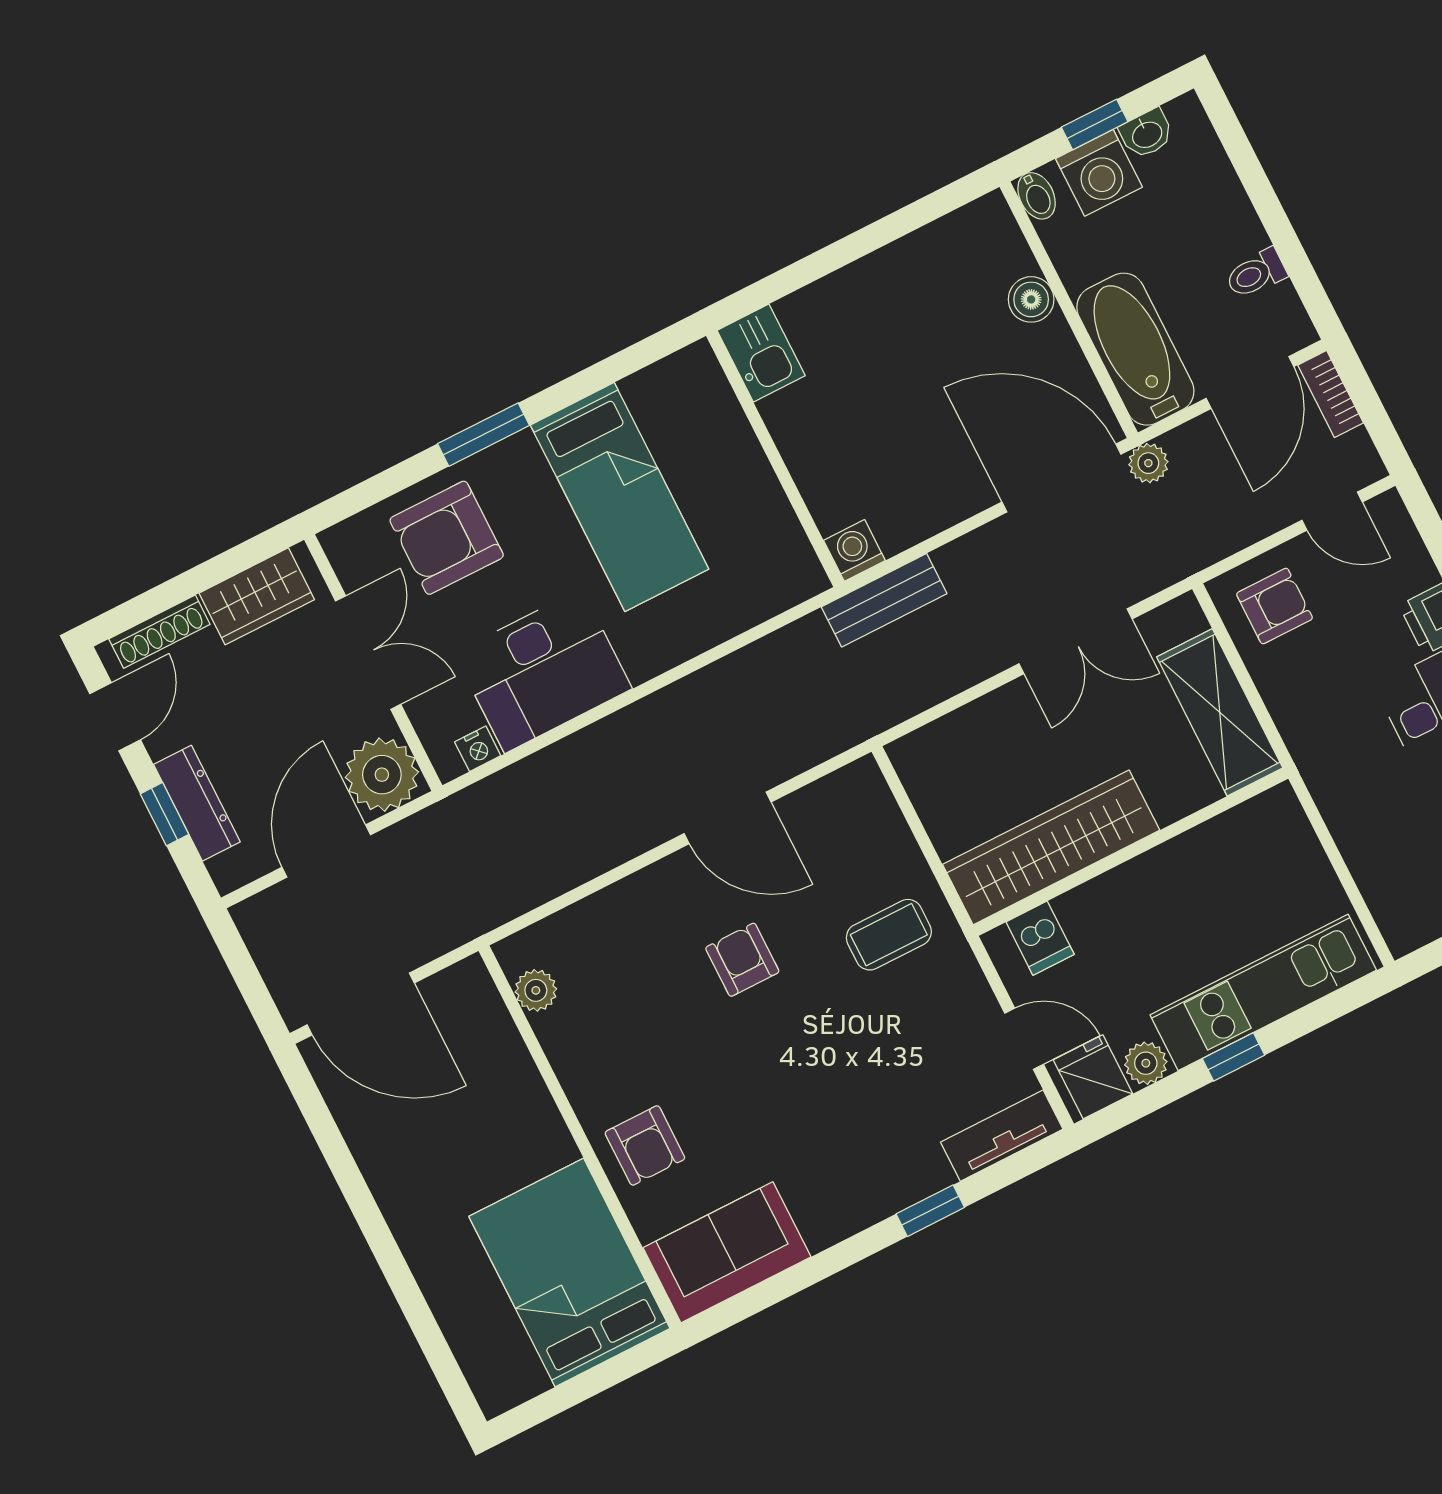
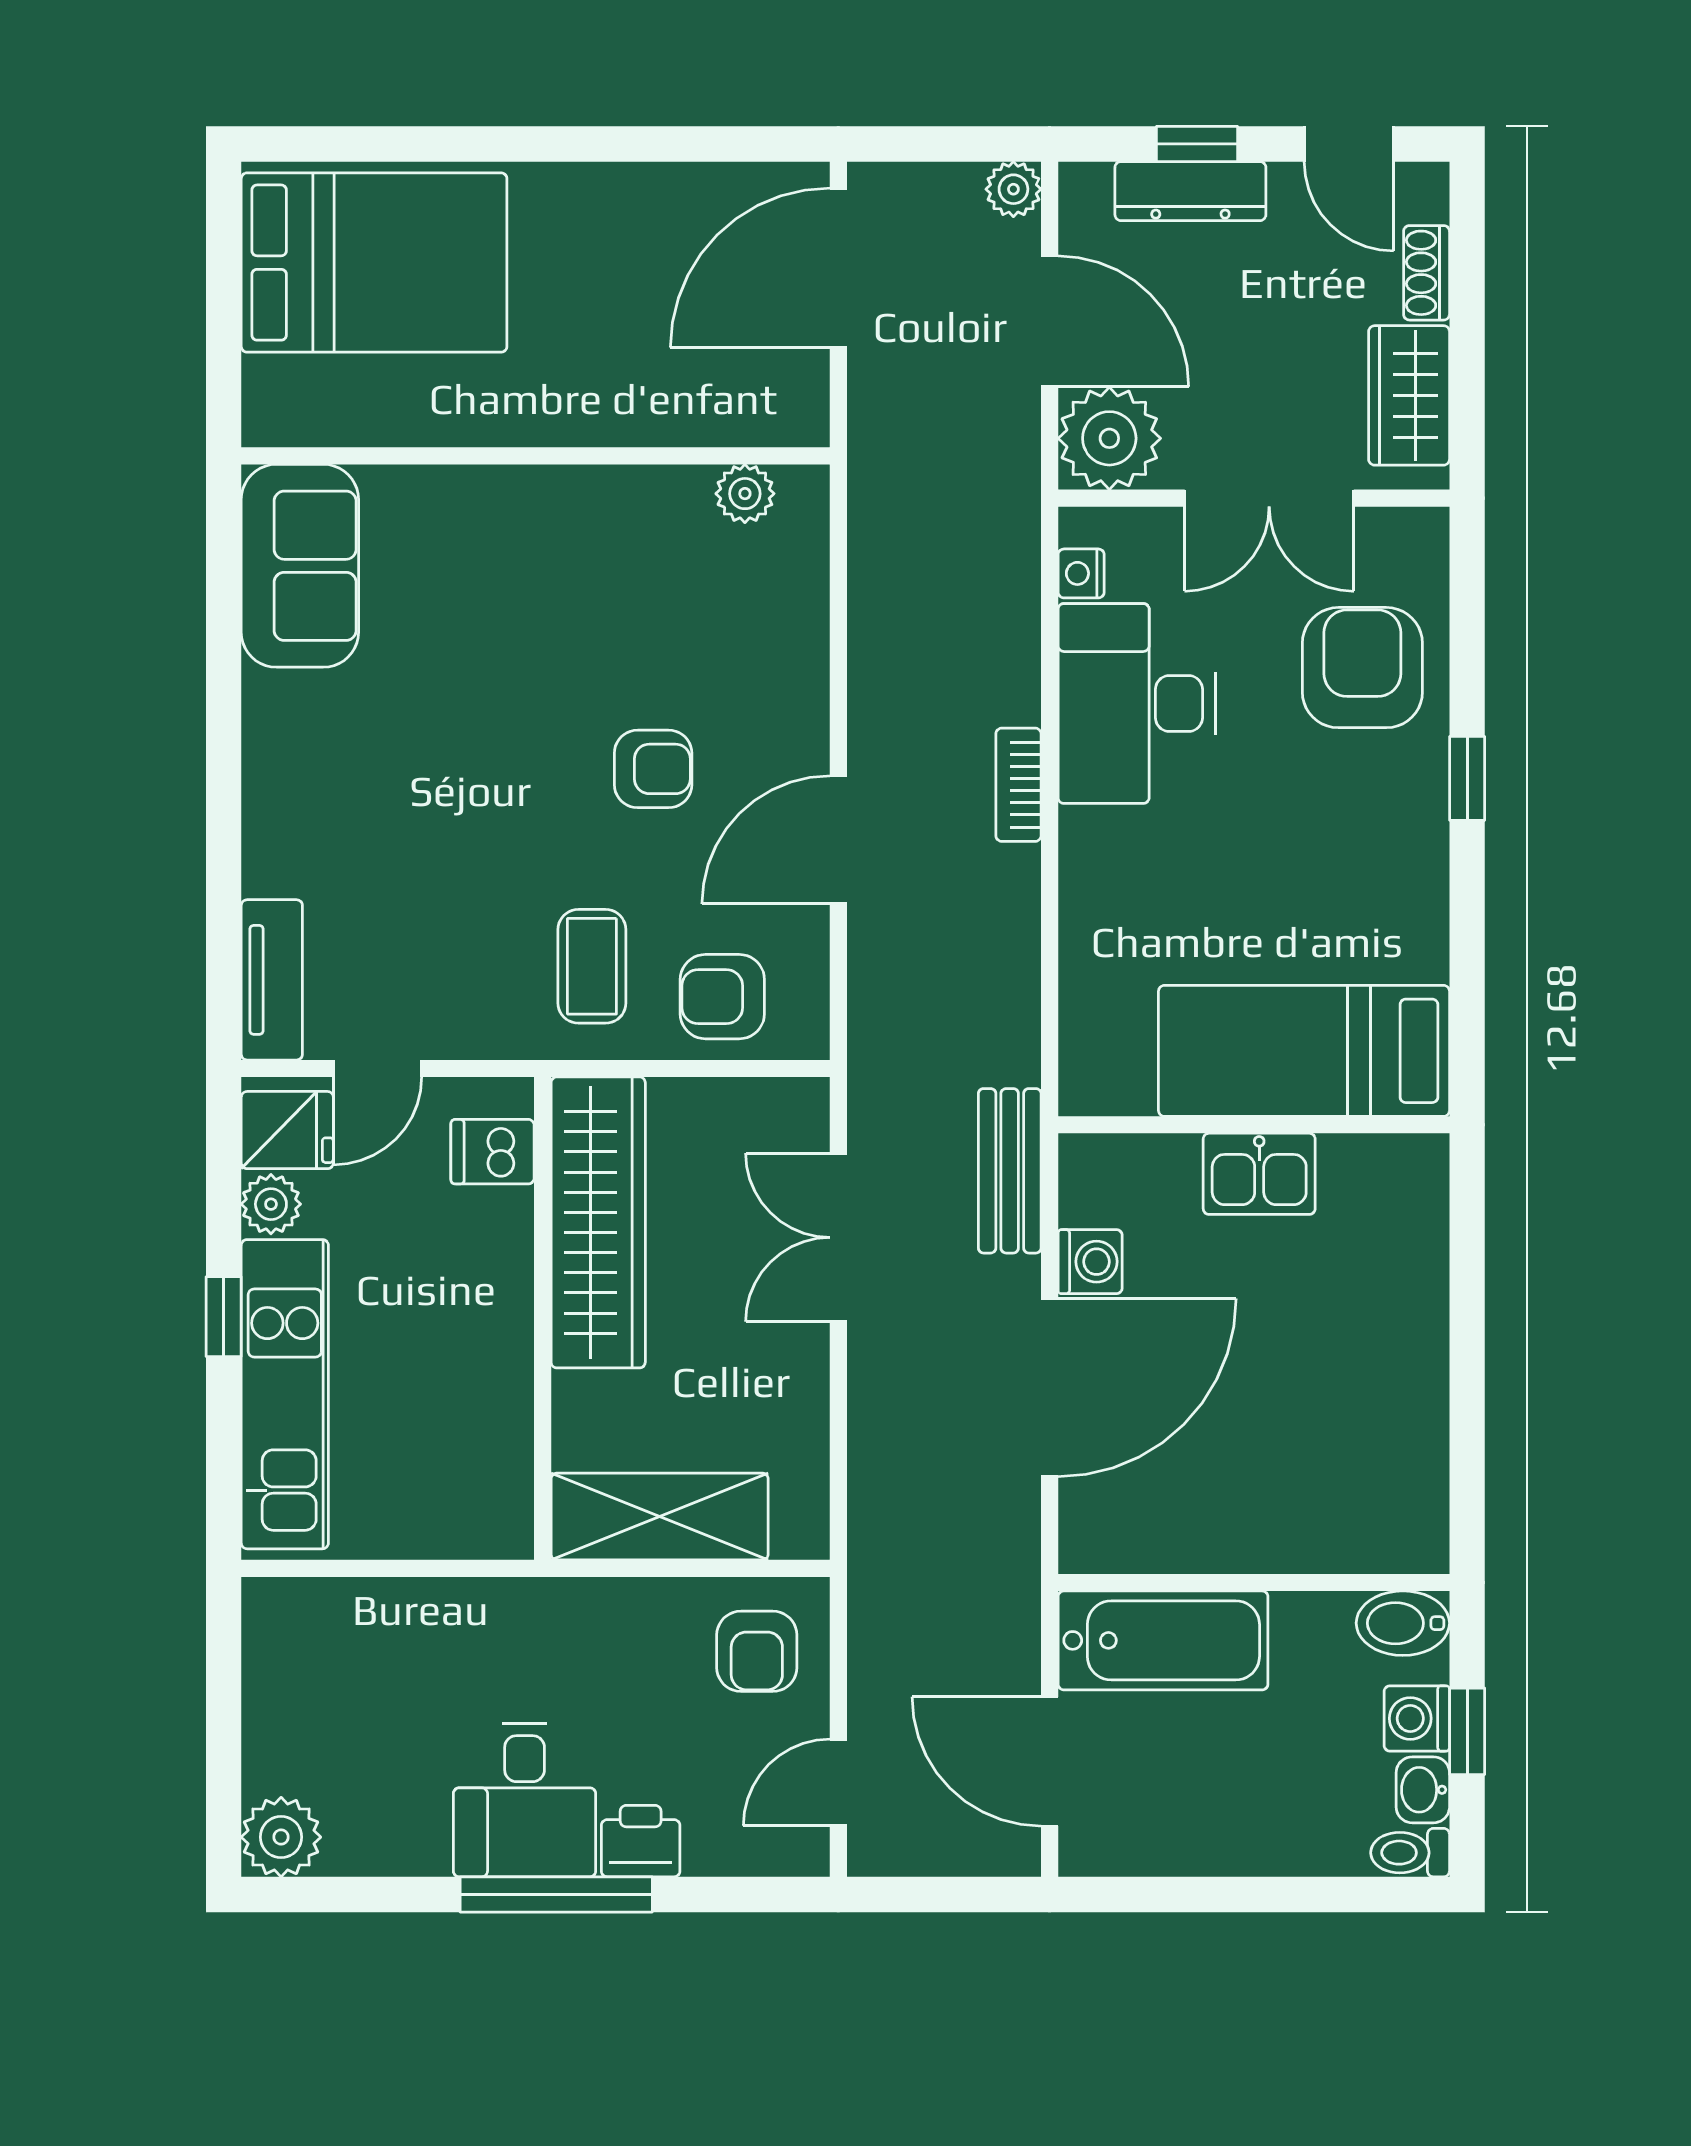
washing machine: (1099, 173) -> (1417, 1718), width x0.73, depth x0.73
bidet: (1037, 196) -> (1403, 1623), width x1.38, depth x1.36
toilet: (1256, 274) -> (1410, 1853), moved, turned -90
boiler: (1031, 299) -> (1290, 1542), removed
kitchen sink: (761, 353) -> (1259, 1174), moved
bookcase: (1331, 394) -> (1018, 785), moved, turned -90
window: (484, 435) -> (1467, 778), width x0.67
plant: (1148, 463) -> (1013, 189), moved
door: (1061, 478) -> (1050, 1388), moved
bed: (620, 497) -> (1304, 1051), moved
washing machine: (854, 550) -> (1090, 1262), moved
shoe rack: (159, 632) -> (1427, 273), width x0.70
double door: (1076, 641) -> (838, 1237), moved
armchair: (645, 1145) -> (722, 997), moved
window: (930, 1211) -> (224, 844), removed
bed: (569, 1272) -> (374, 263), moved

